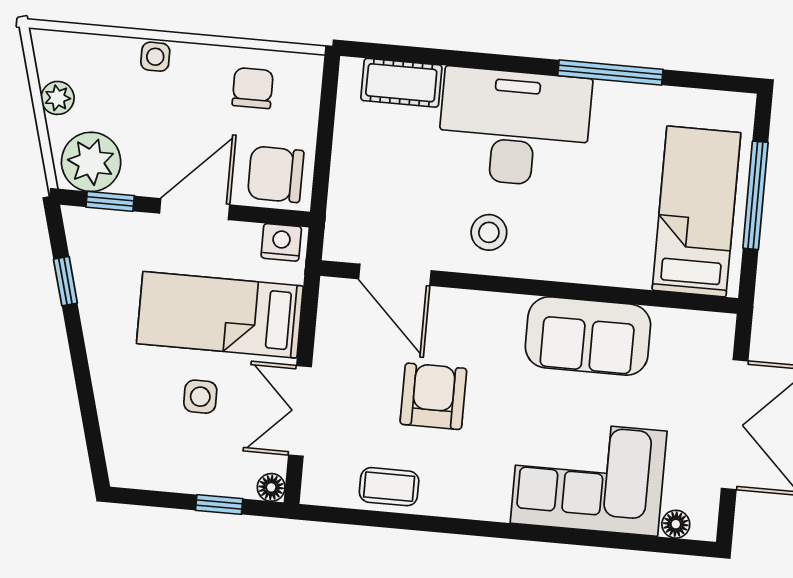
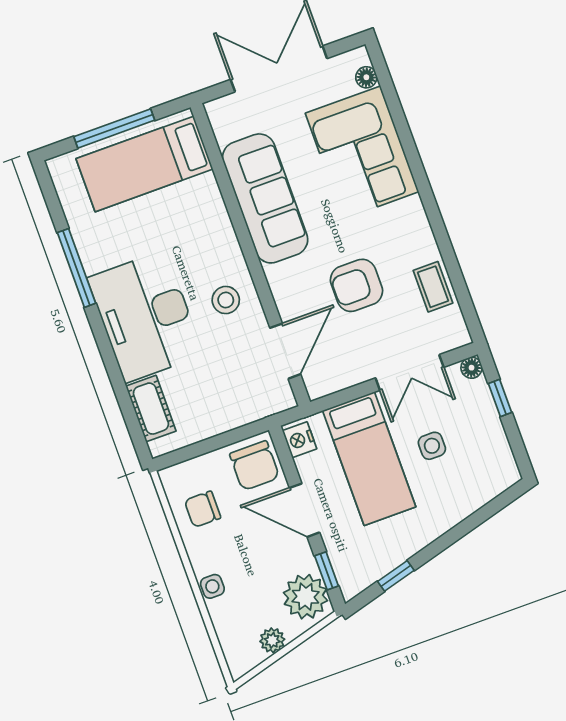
sofa: (588, 336) -> (265, 198), width x1.36

